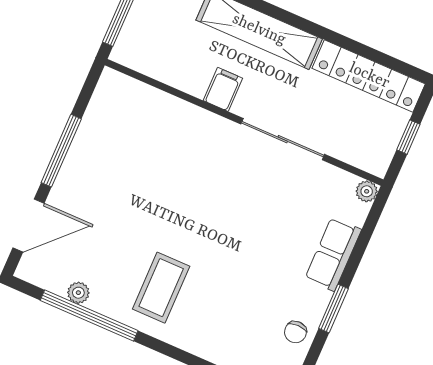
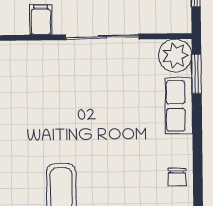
plant: (367, 191) -> (175, 56), width x1.87, depth x1.87
window: (333, 308) -> (197, 74), moved

